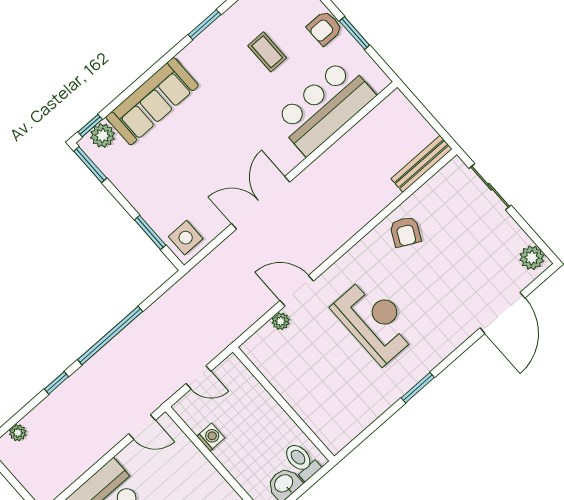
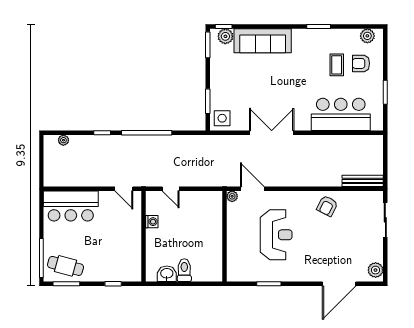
armchair: (325, 28) -> (361, 63), moved
wall: (284, 404) -> (225, 236), moved

